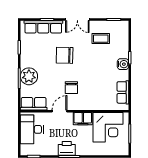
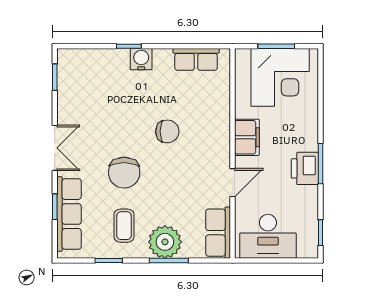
coffee table: (101, 39) -> (124, 226), moved
chair: (71, 88) -> (167, 131), moved
door: (59, 111) -> (233, 183), swing flipped
corner desk: (108, 127) -> (280, 77), moved, turned 90

